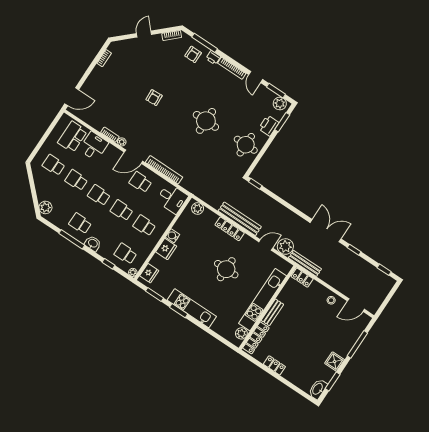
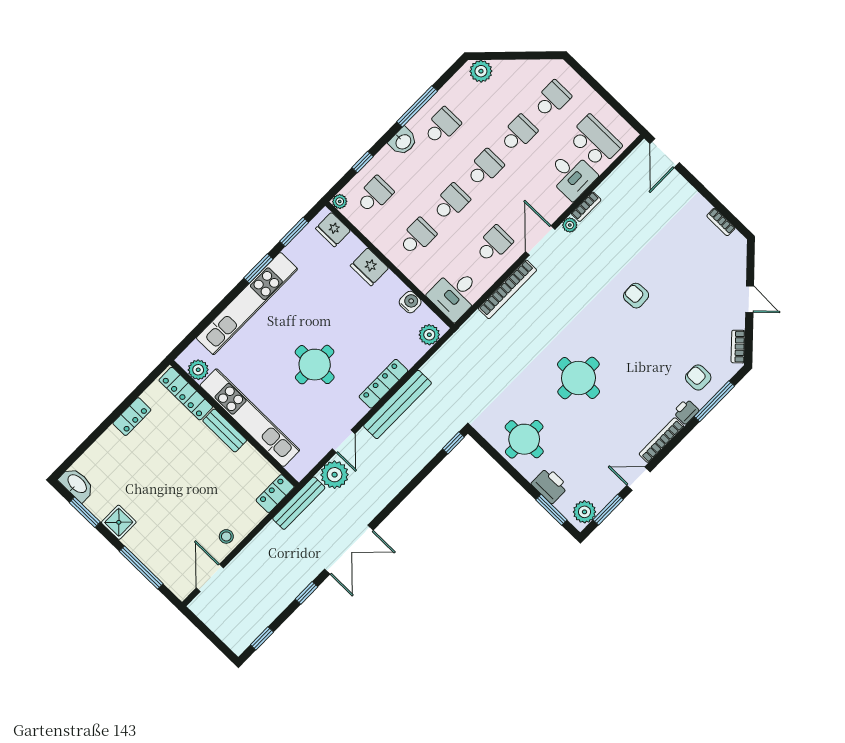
water cooler: (173, 236) -> (410, 302), moved
kitchen unit: (192, 308) -> (247, 304), width x1.36

